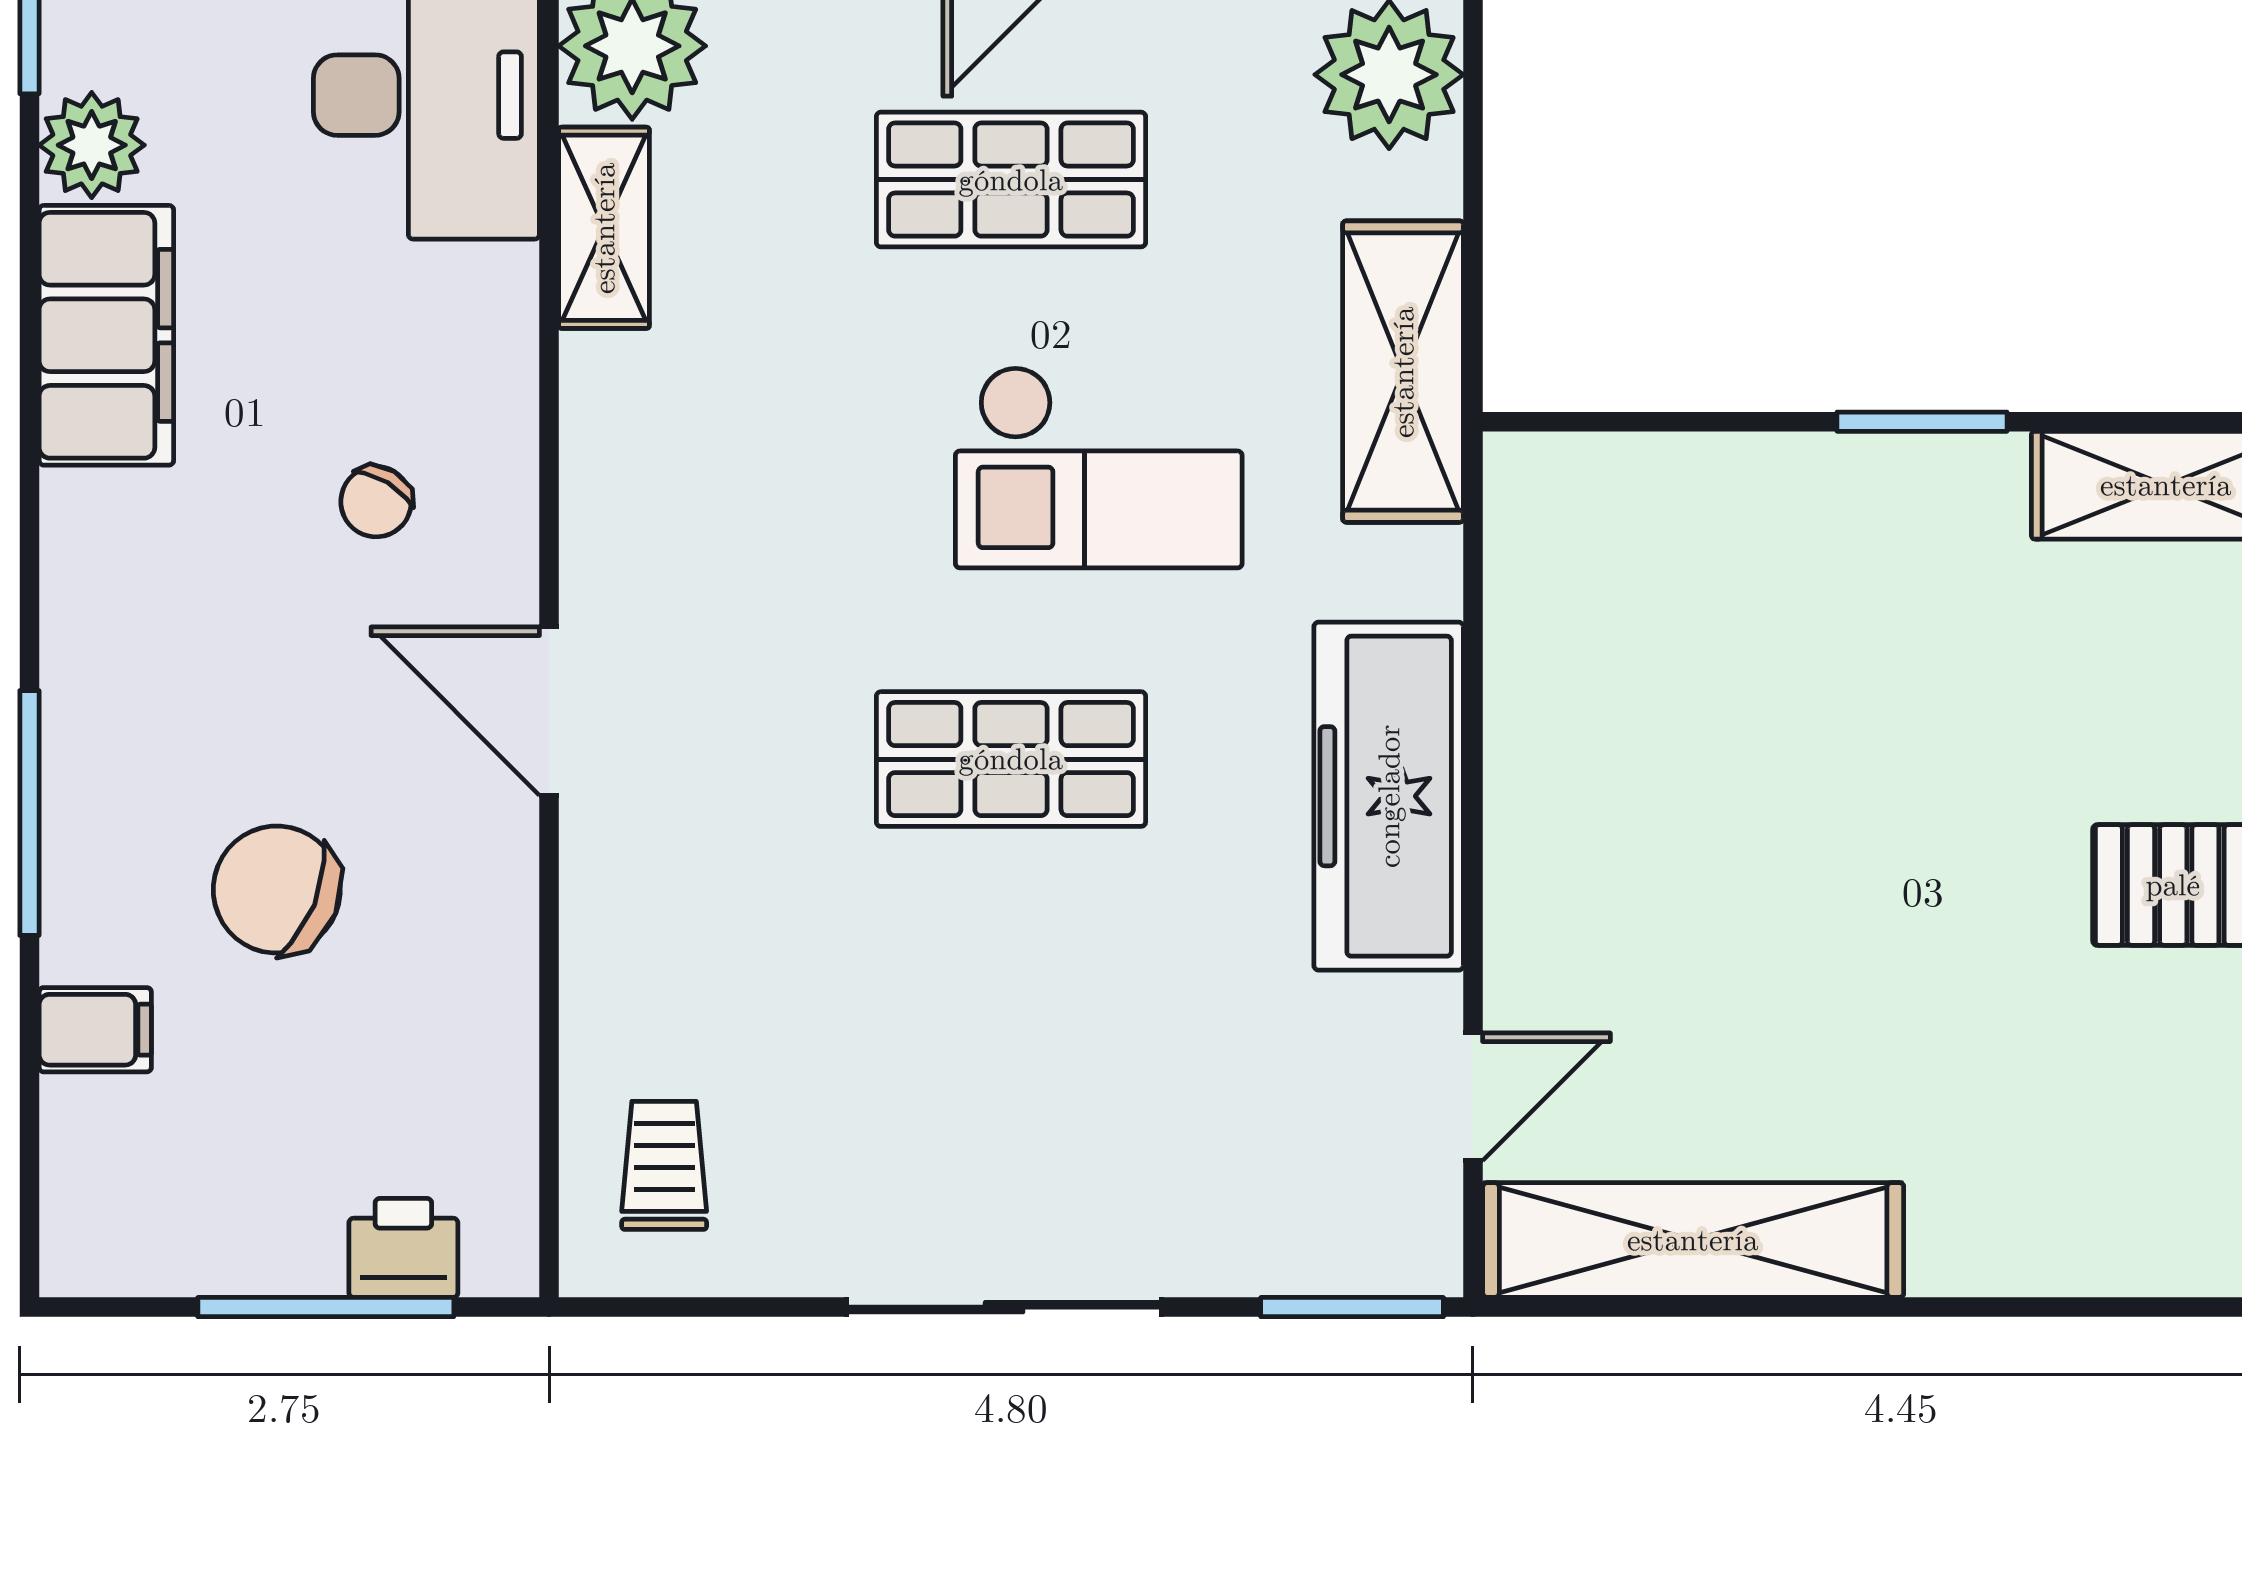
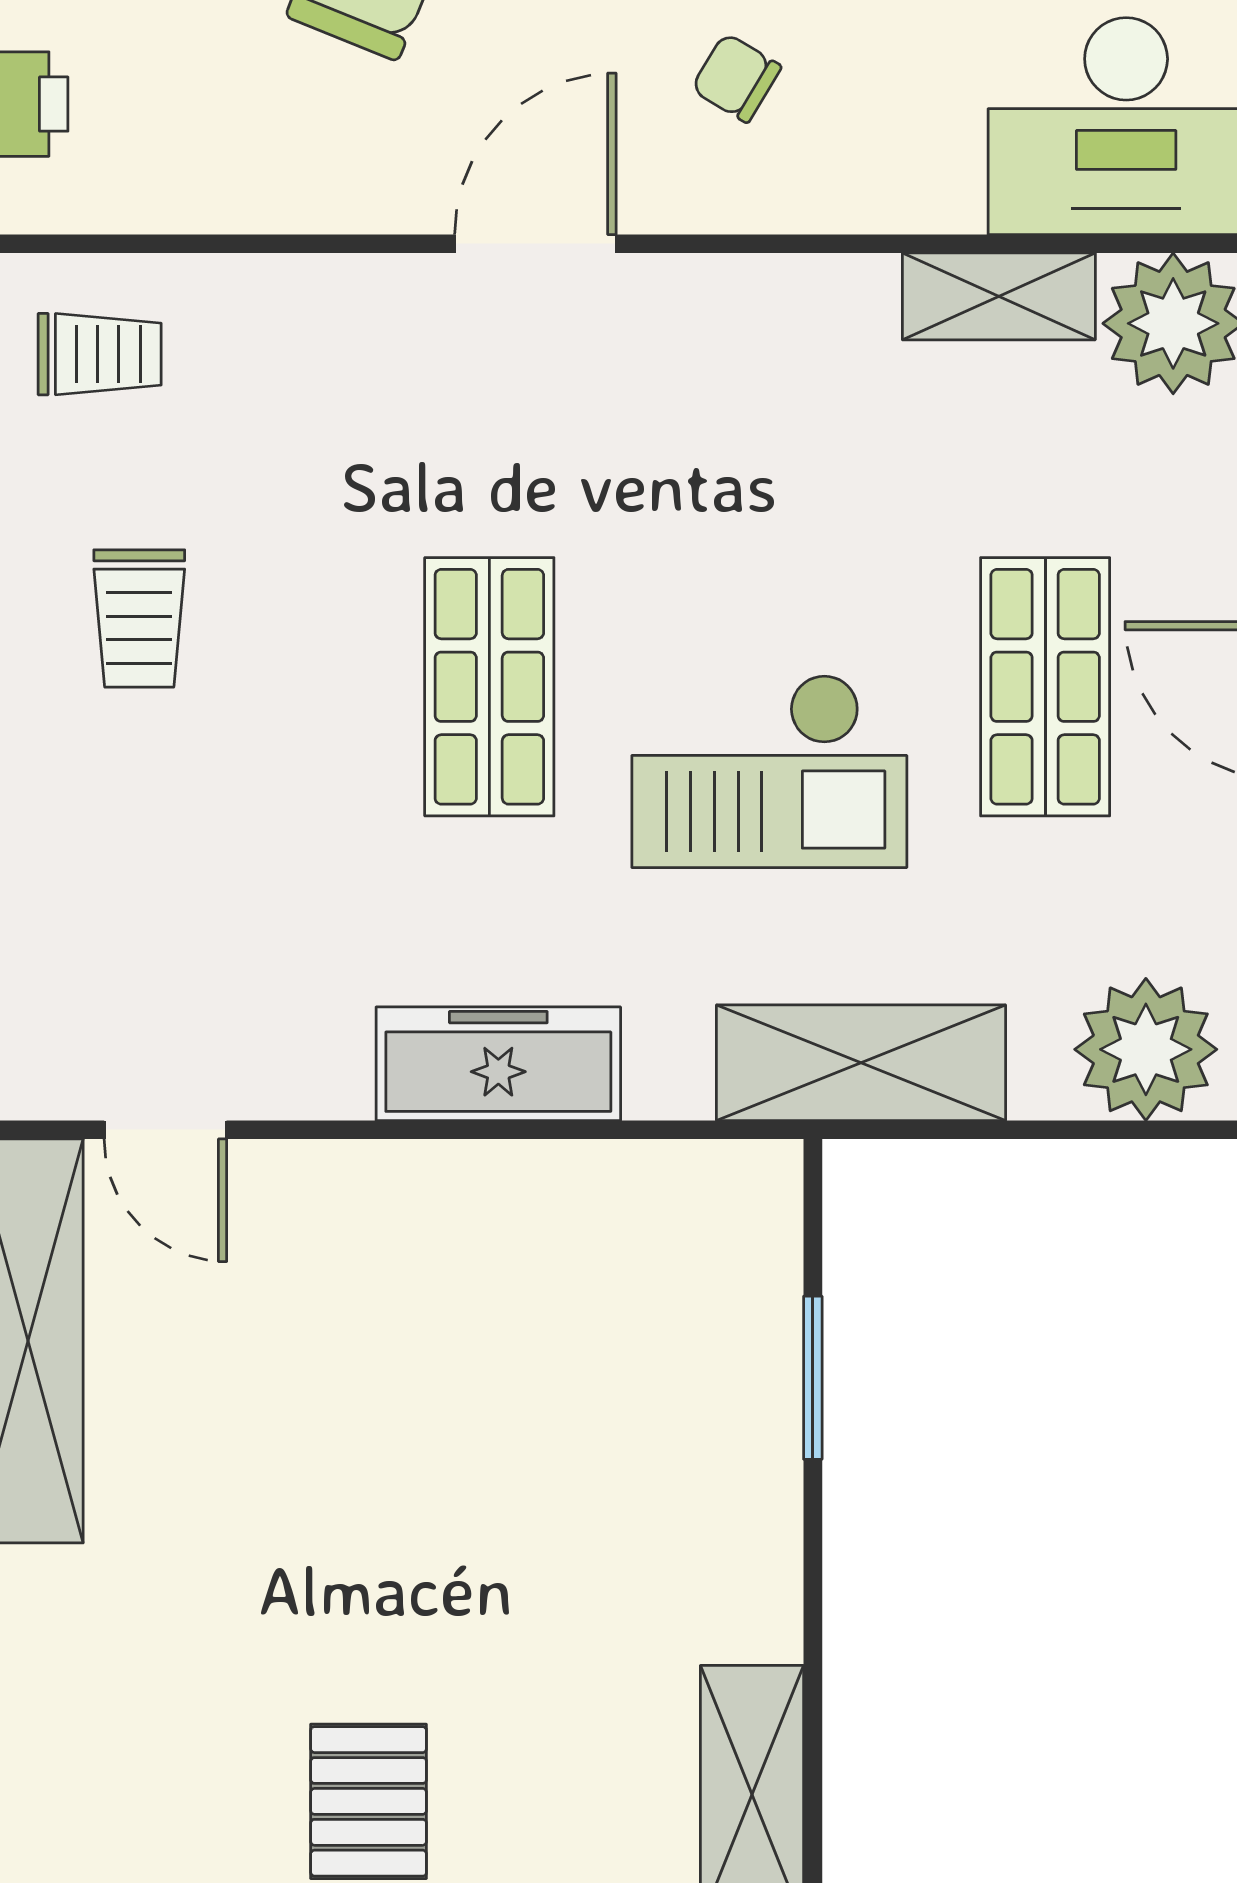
window: (1922, 422) -> (813, 1378), moved
checkout: (1099, 467) -> (769, 771), turned -90
freezer: (1389, 796) -> (498, 1064), width x0.73, depth x0.79
trolley: (940, 1124) -> (139, 619), added

